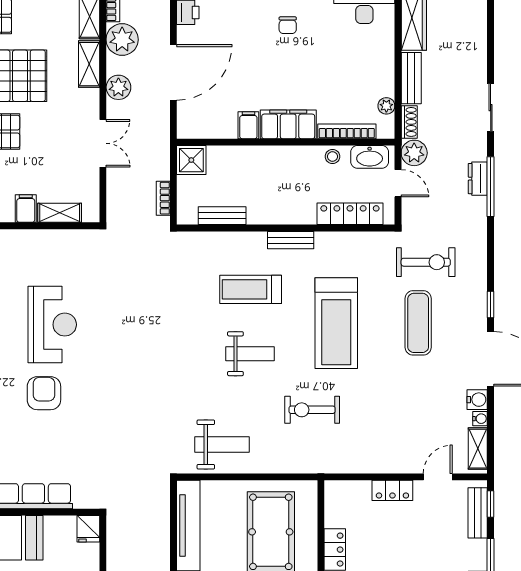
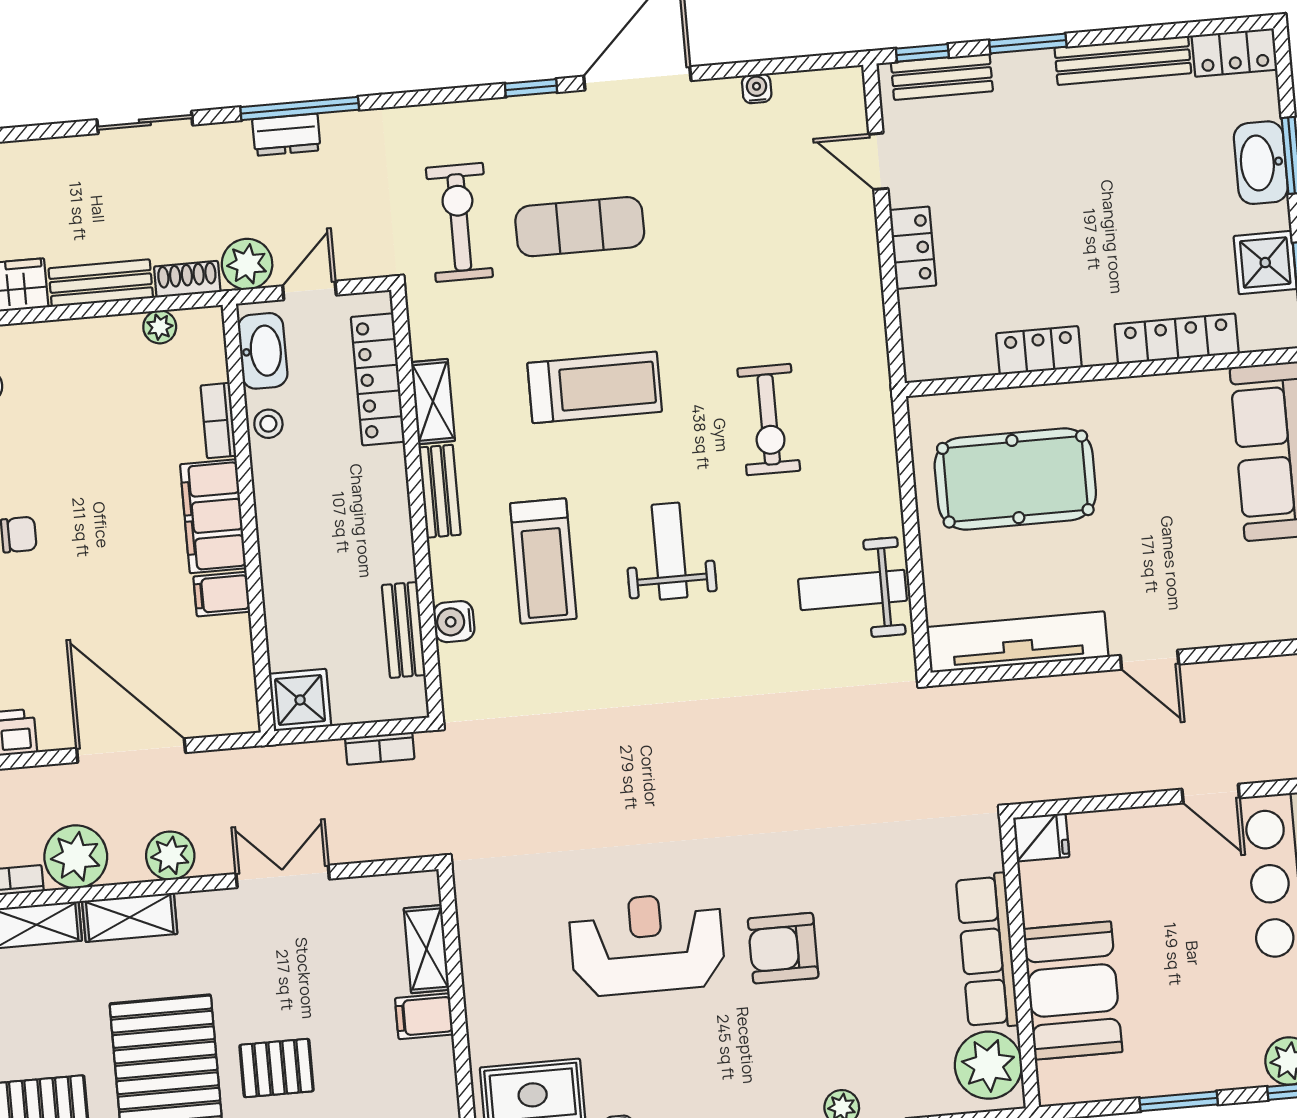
bookcase: (347, 131) -> (218, 421), width x0.64
treadmill: (336, 323) -> (595, 387), width x0.73, depth x0.73
water cooler: (477, 400) -> (454, 622), moved, turned -90
weight bench: (222, 444) -> (853, 590), turned -90
shelving: (478, 449) -> (433, 402), moved, turned 90

